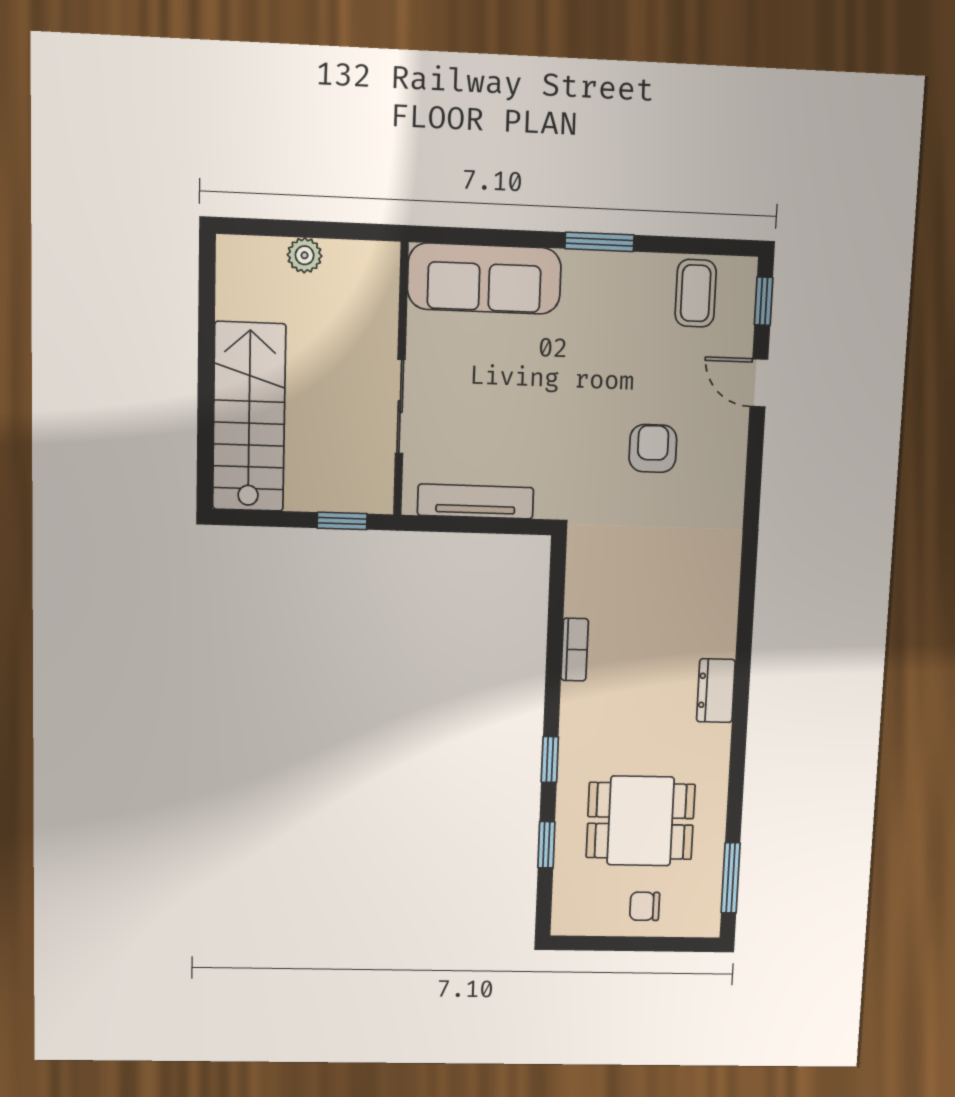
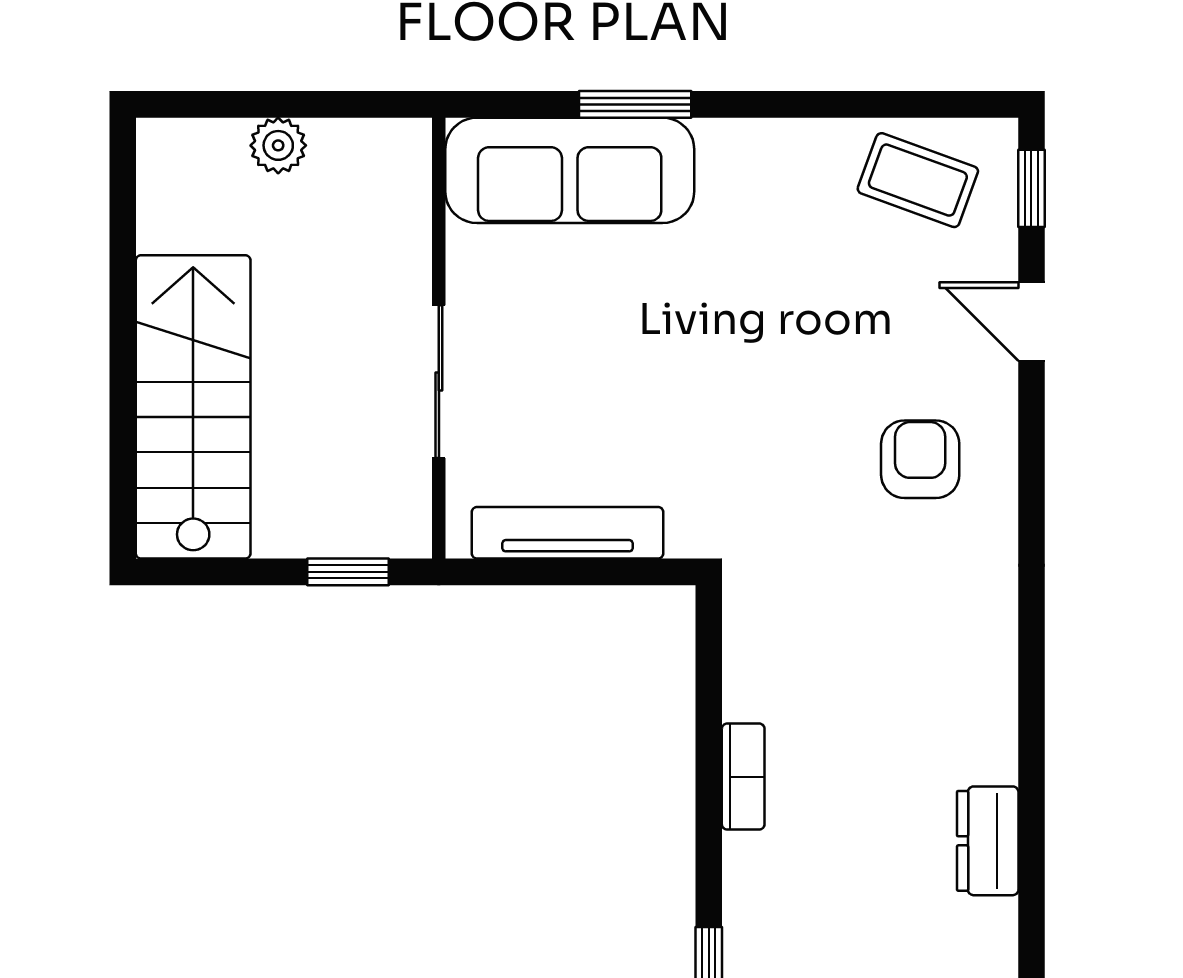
window: (599, 242) -> (635, 104), moved
coffee table: (696, 293) -> (918, 180), turned -70
armchair: (653, 448) -> (920, 459), moved

